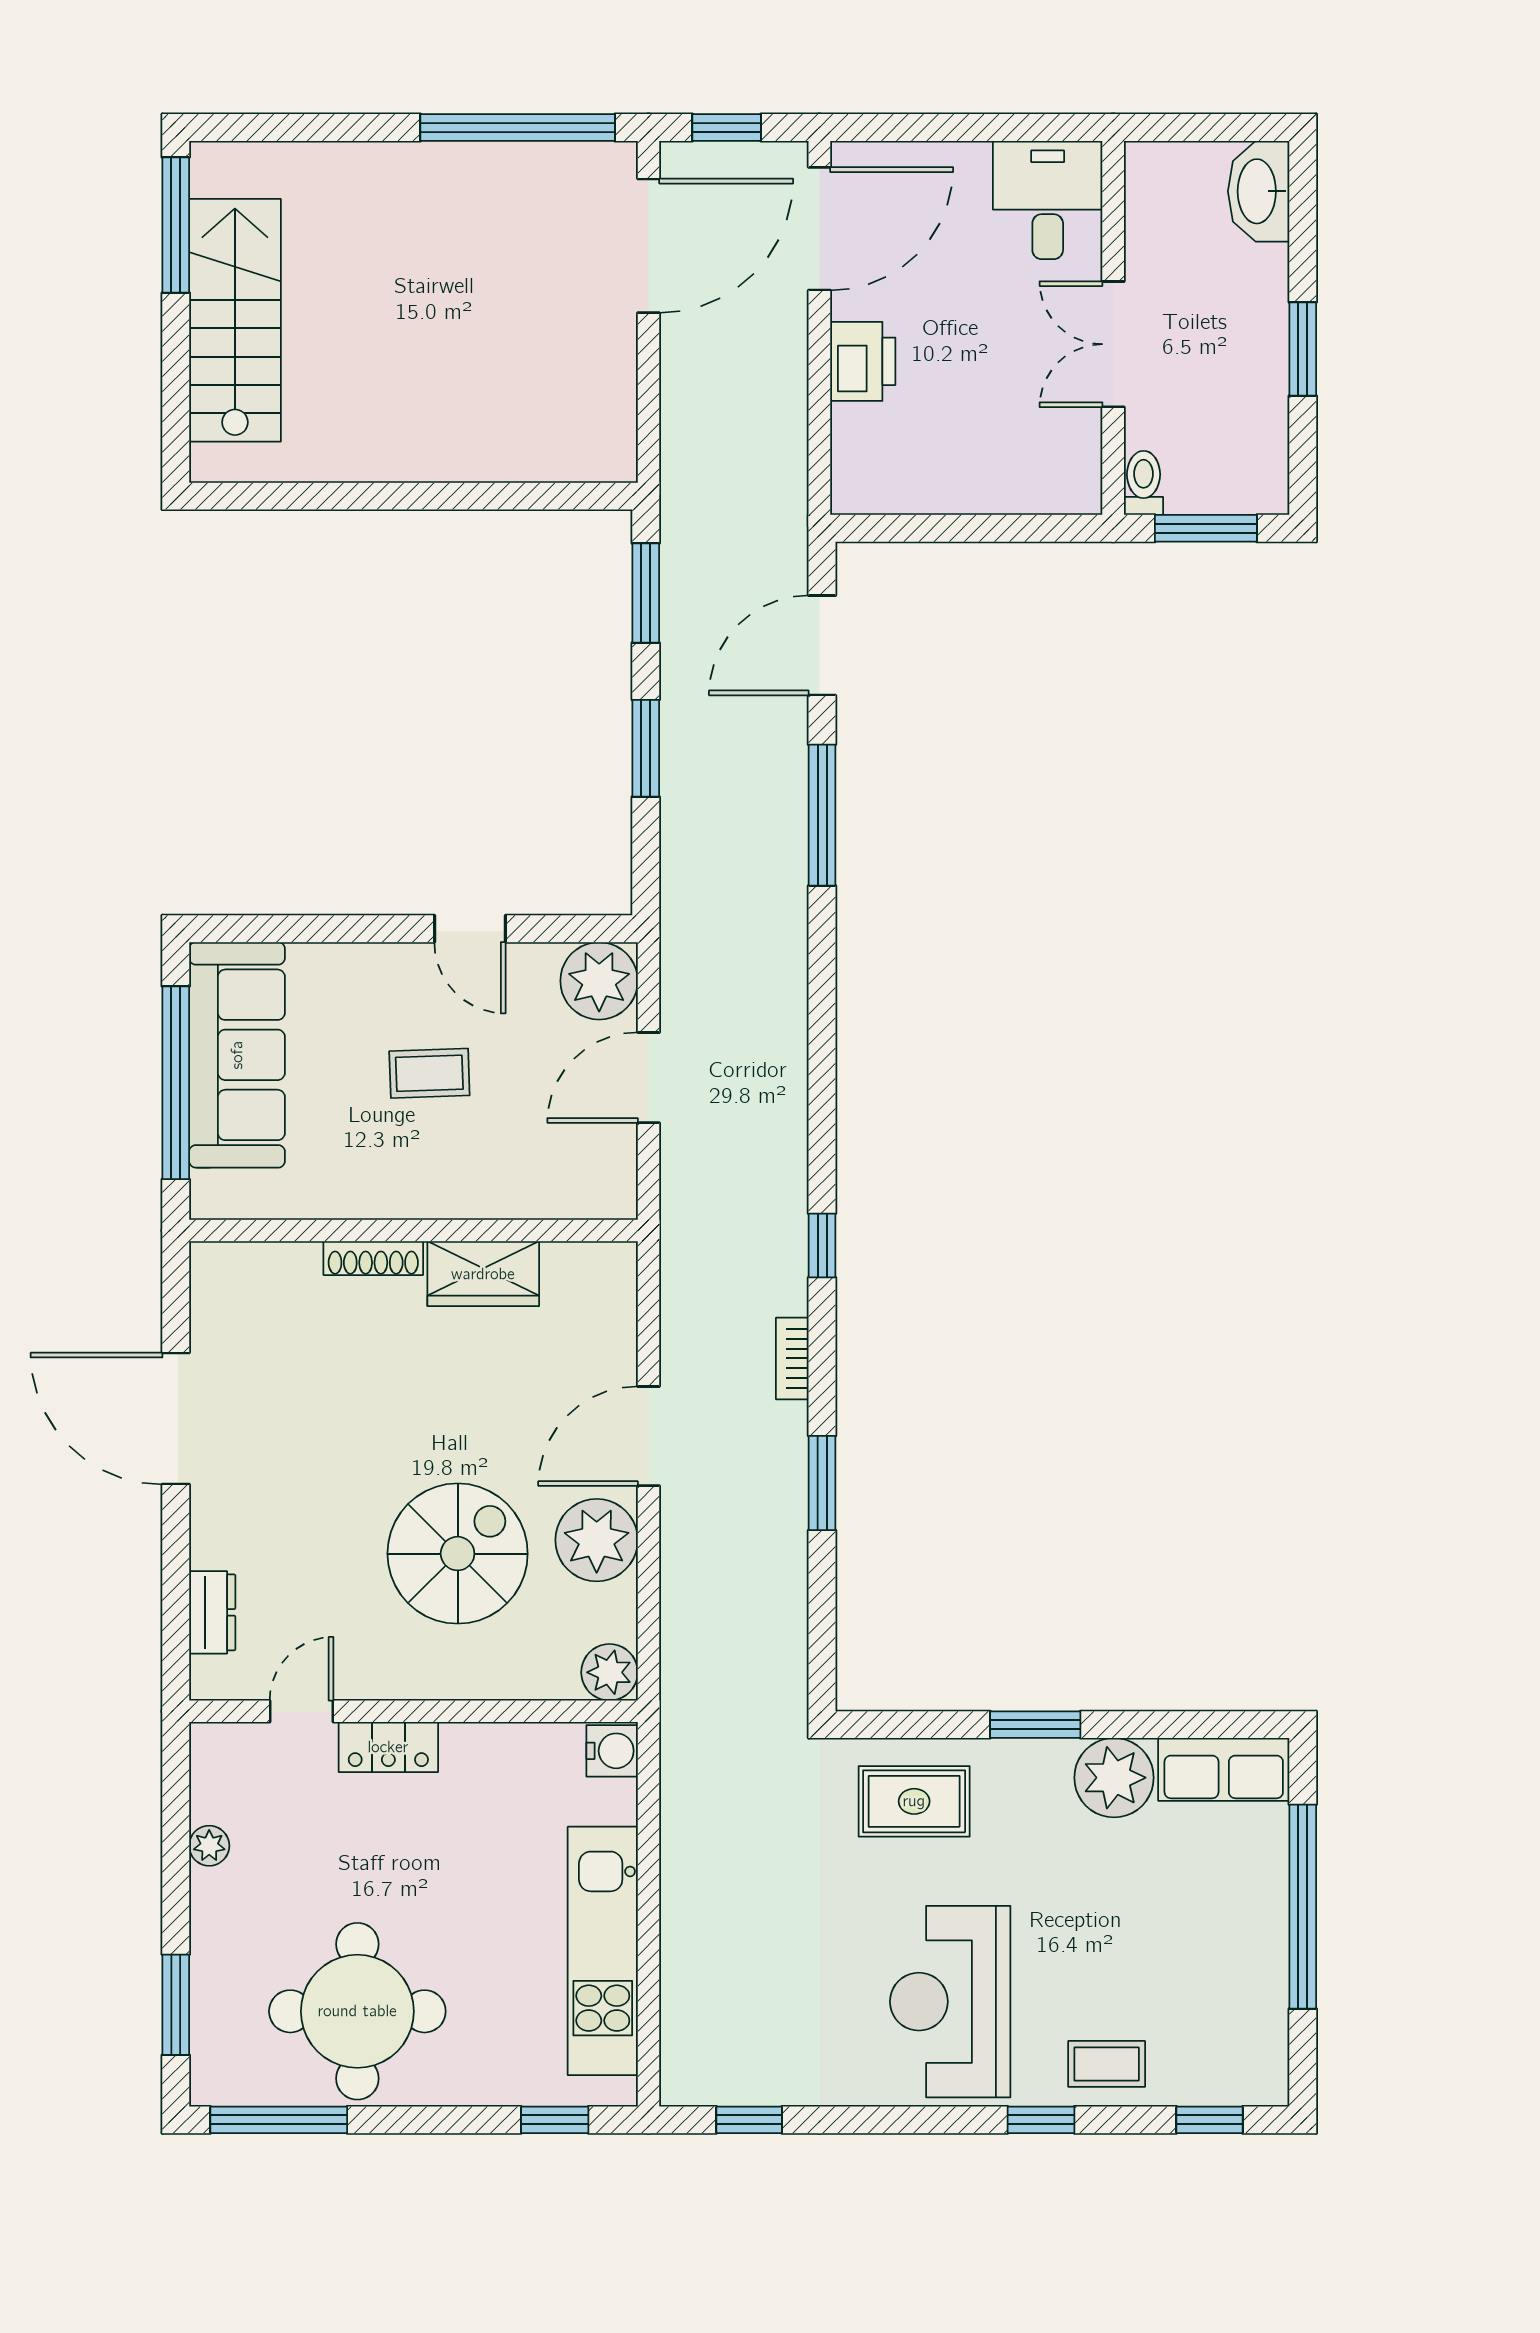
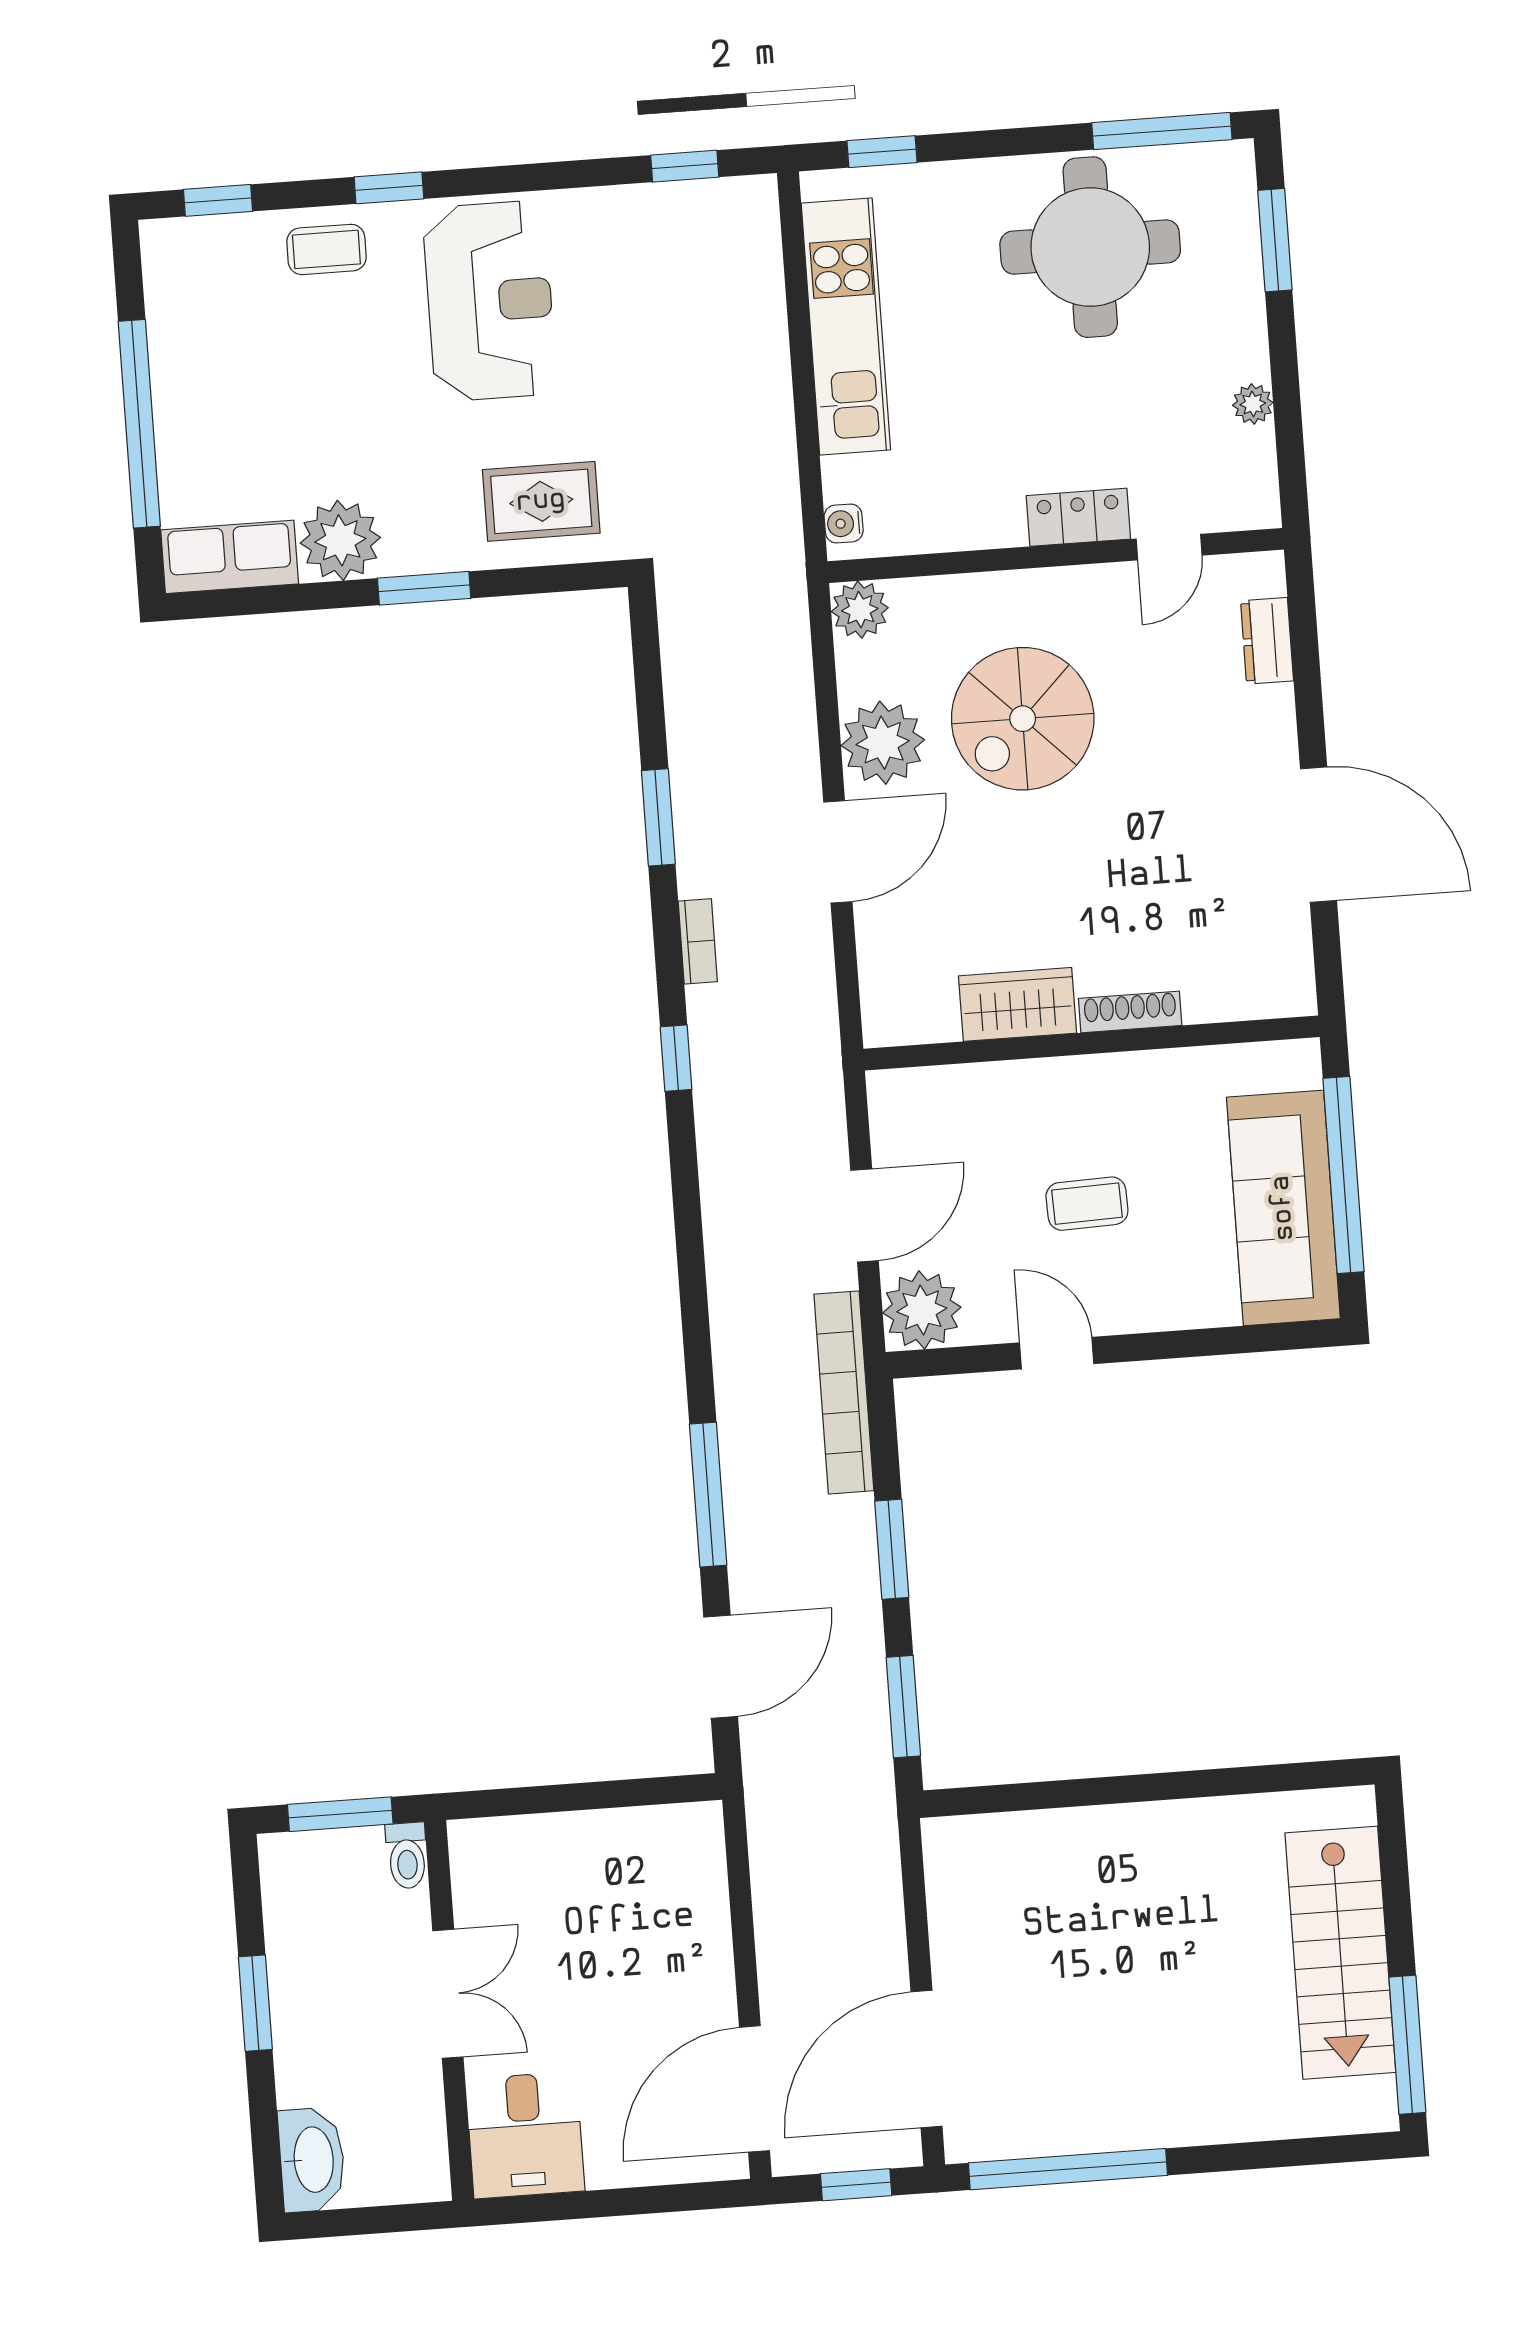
printer: (863, 361) -> (701, 1958), removed
bookcase: (682, 906) -> (844, 1392), added
water cooler: (612, 1751) -> (844, 523), width x0.72, depth x0.72

